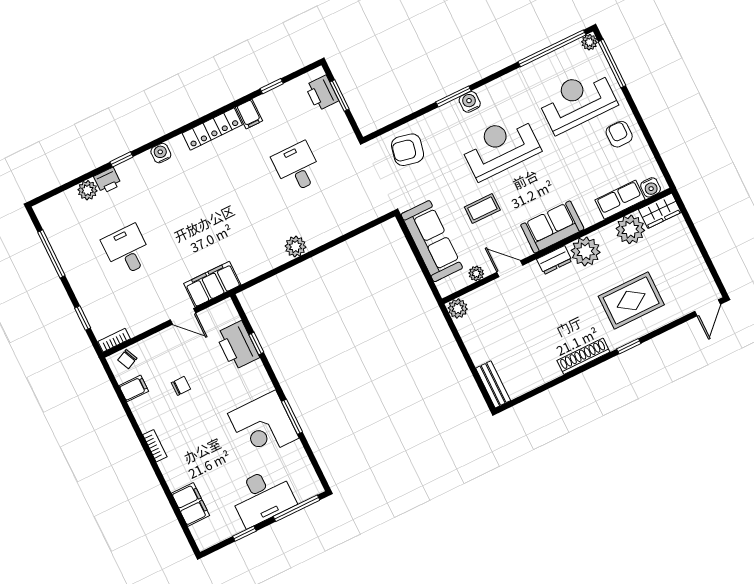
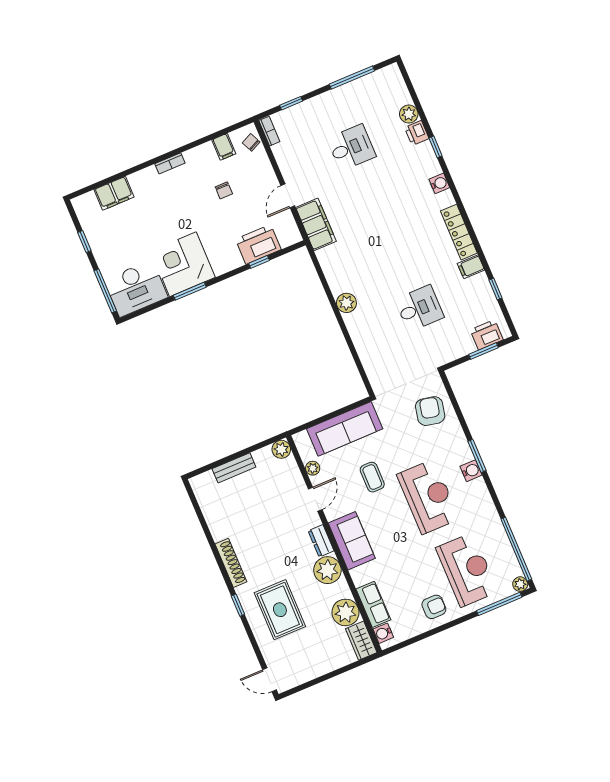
bench: (493, 384) -> (234, 468), moved
desk: (262, 497) -> (136, 288), moved, turned -90

